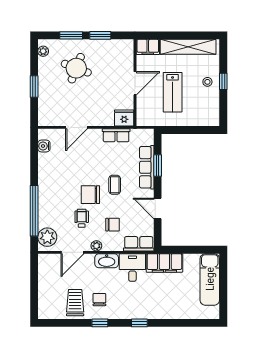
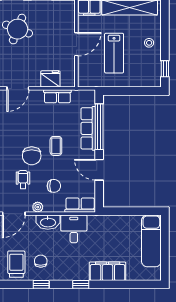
window: (223, 81) -> (165, 69), moved
fridge: (124, 118) -> (50, 79), moved
window: (158, 166) -> (99, 127), width x2.11
chair: (90, 195) -> (32, 156), turned -90
filing cabinet: (164, 263) -> (108, 271), moved, turned 180

